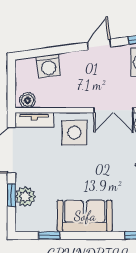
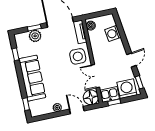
door: (99, 45) -> (131, 60), hinge flipped
sofa: (85, 216) -> (32, 78), width x1.36

